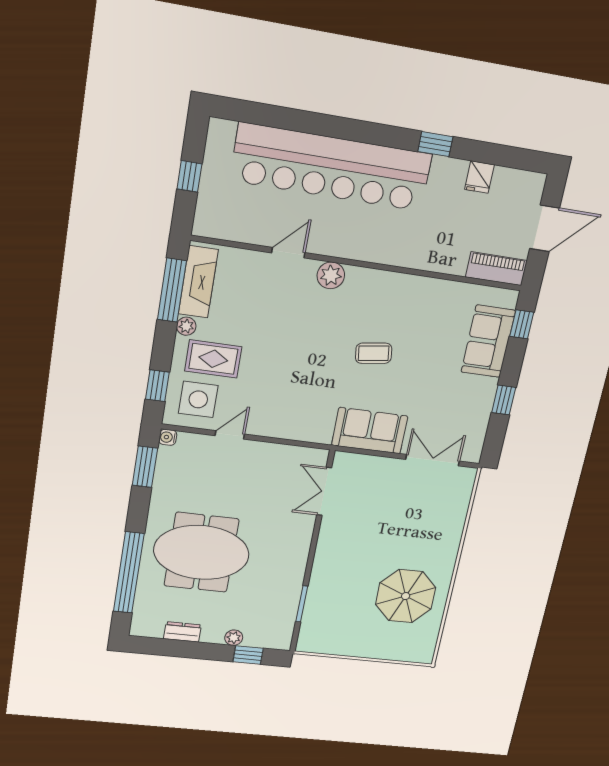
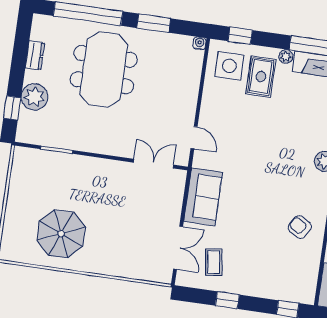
armchair: (417, 308) -> (300, 227), added
sofa: (488, 341) -> (274, 284), removed
coffee table: (374, 353) -> (214, 262), moved
door: (230, 435) -> (194, 138), moved
window: (145, 467) -> (154, 23), moved
plant: (234, 638) -> (34, 97), width x1.87, depth x1.87

